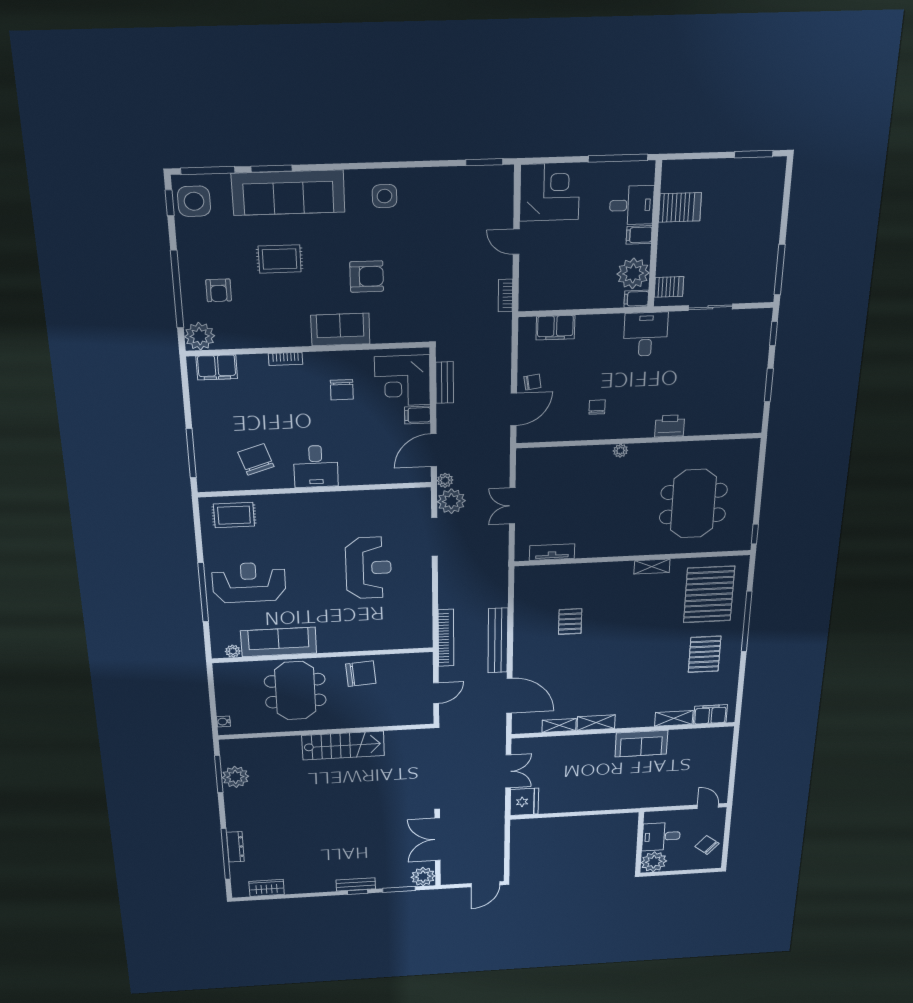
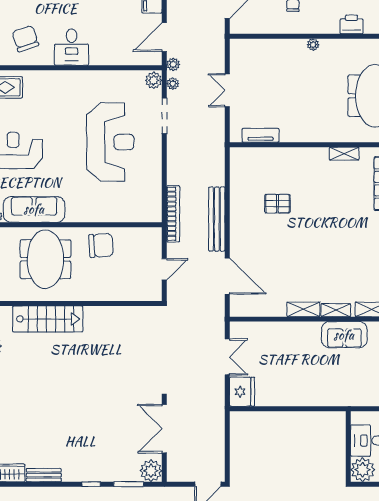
plant: (421, 499) -> (154, 80), added
plant: (451, 501) -> (173, 84), width x0.53, depth x0.53
reception desk: (368, 568) -> (110, 142), width x1.36, depth x1.30
pallet: (570, 622) -> (277, 204), turned 90
shelving: (559, 725) -> (336, 310), moved
stairs: (343, 745) -> (48, 319), moved
bench: (356, 884) -> (44, 475), moved

